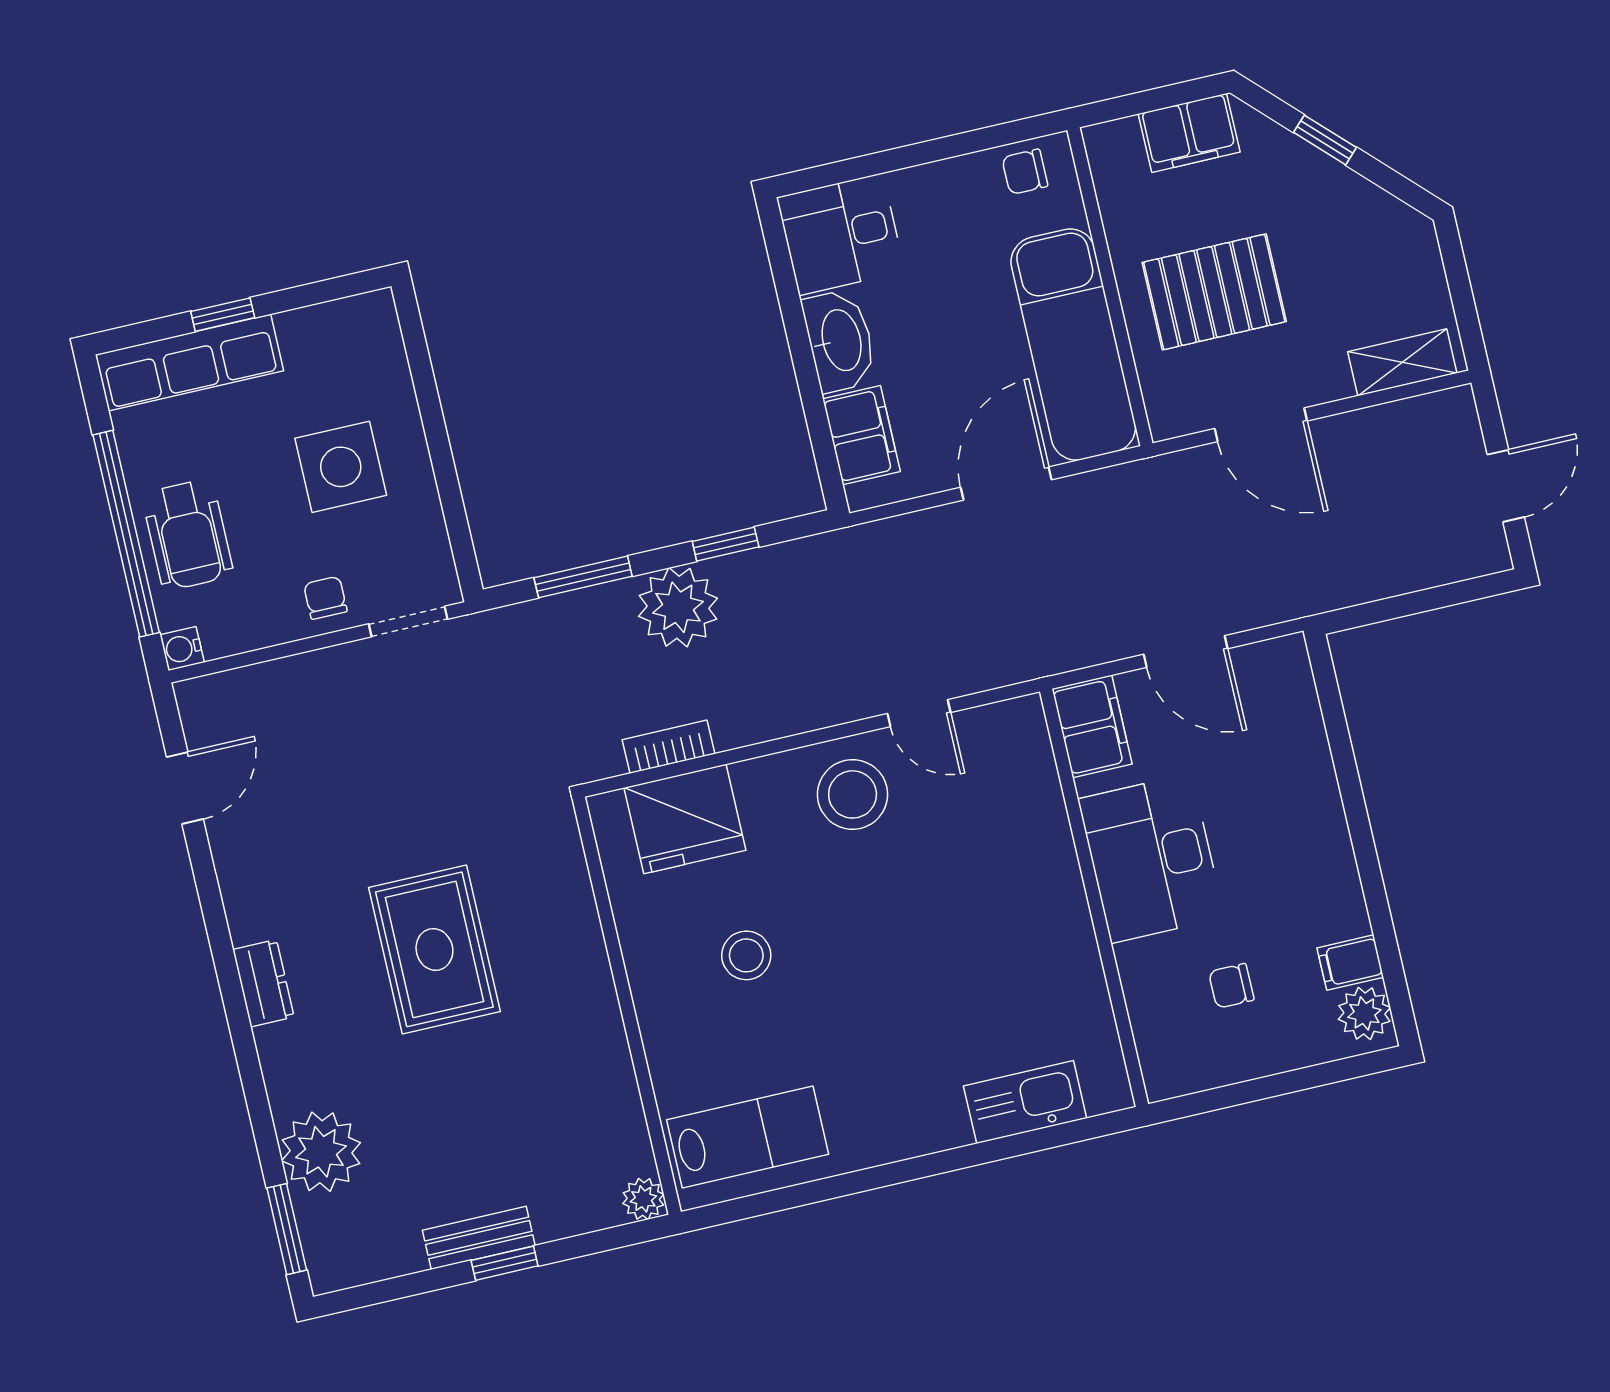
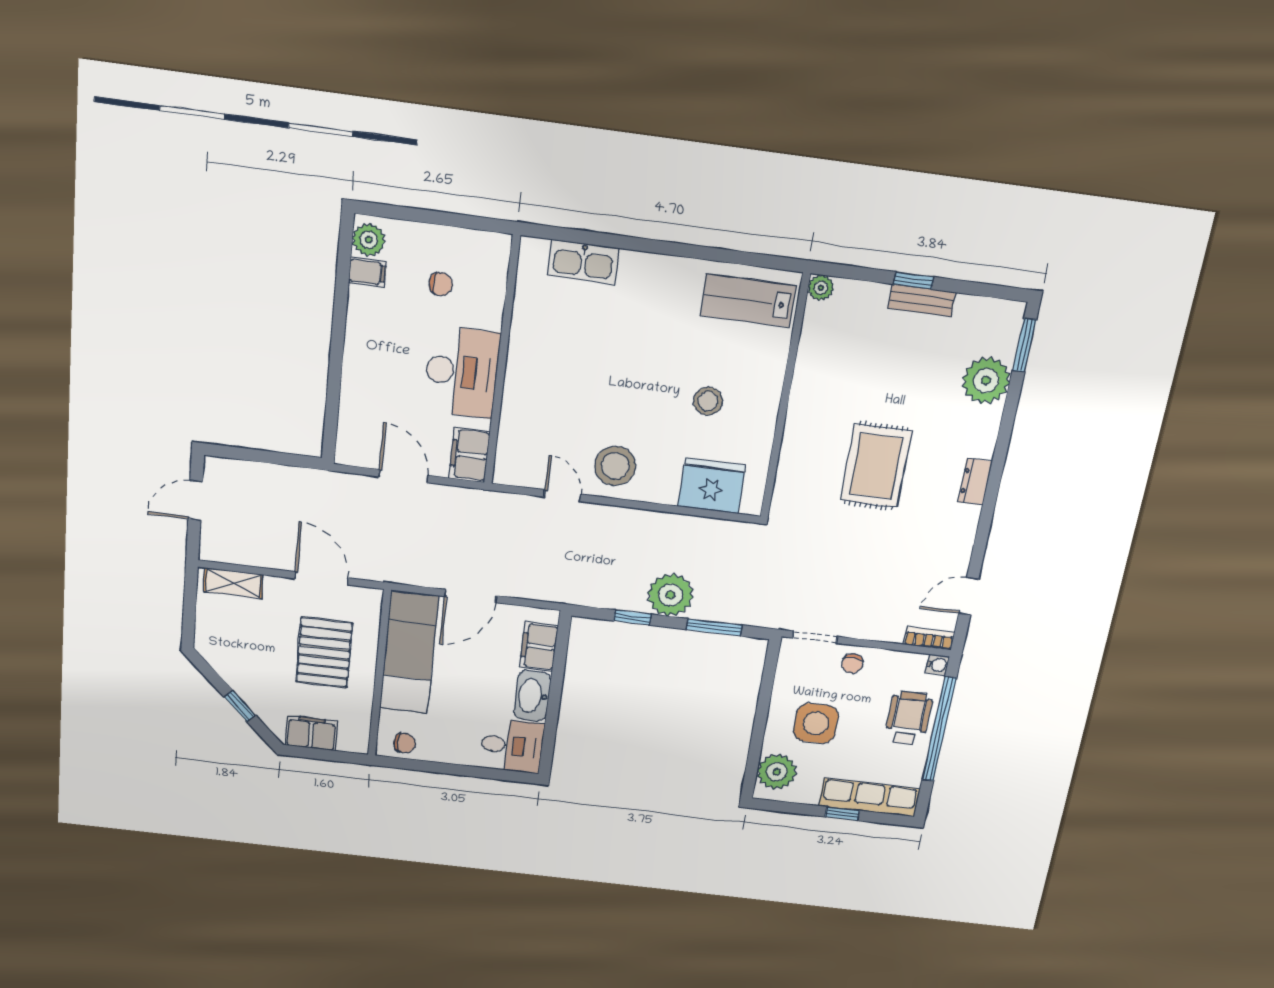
pallet: (1214, 292) -> (324, 652), turned 90
plant: (370, 352) -> (777, 772), added
bookcase: (669, 747) -> (929, 638), moved, turned 180

